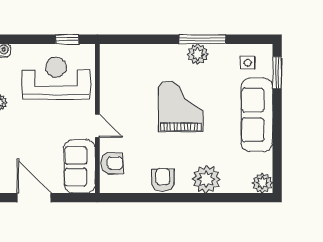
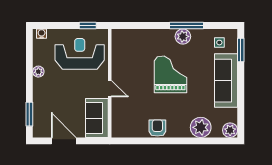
armchair: (112, 163) -> (121, 116), removed
plant: (206, 179) -> (201, 127), moved

